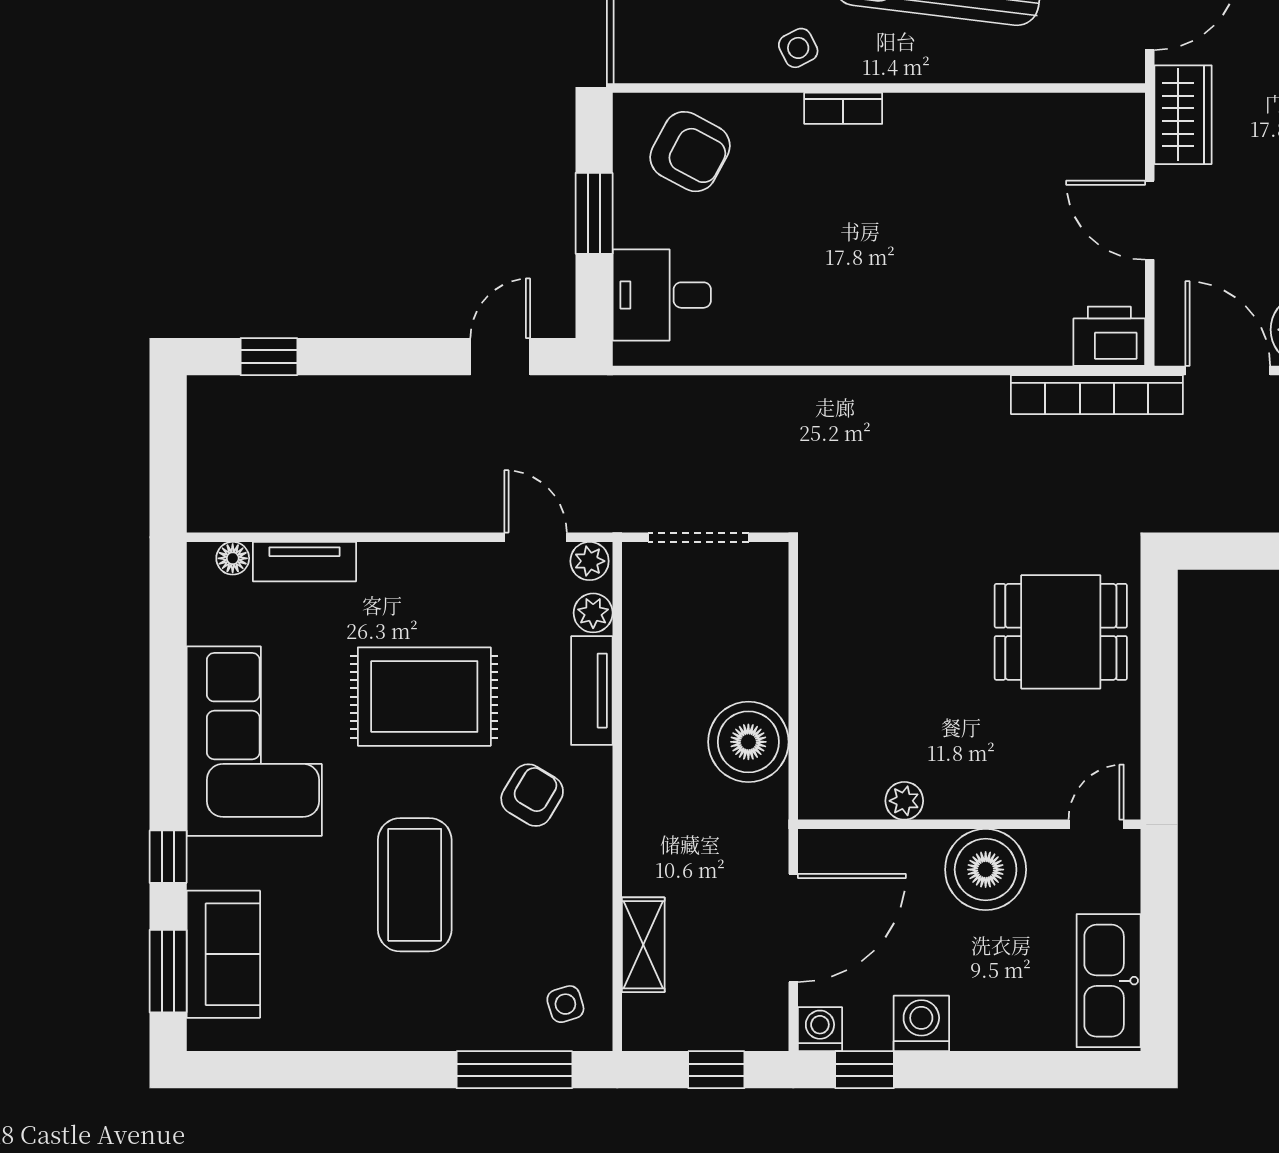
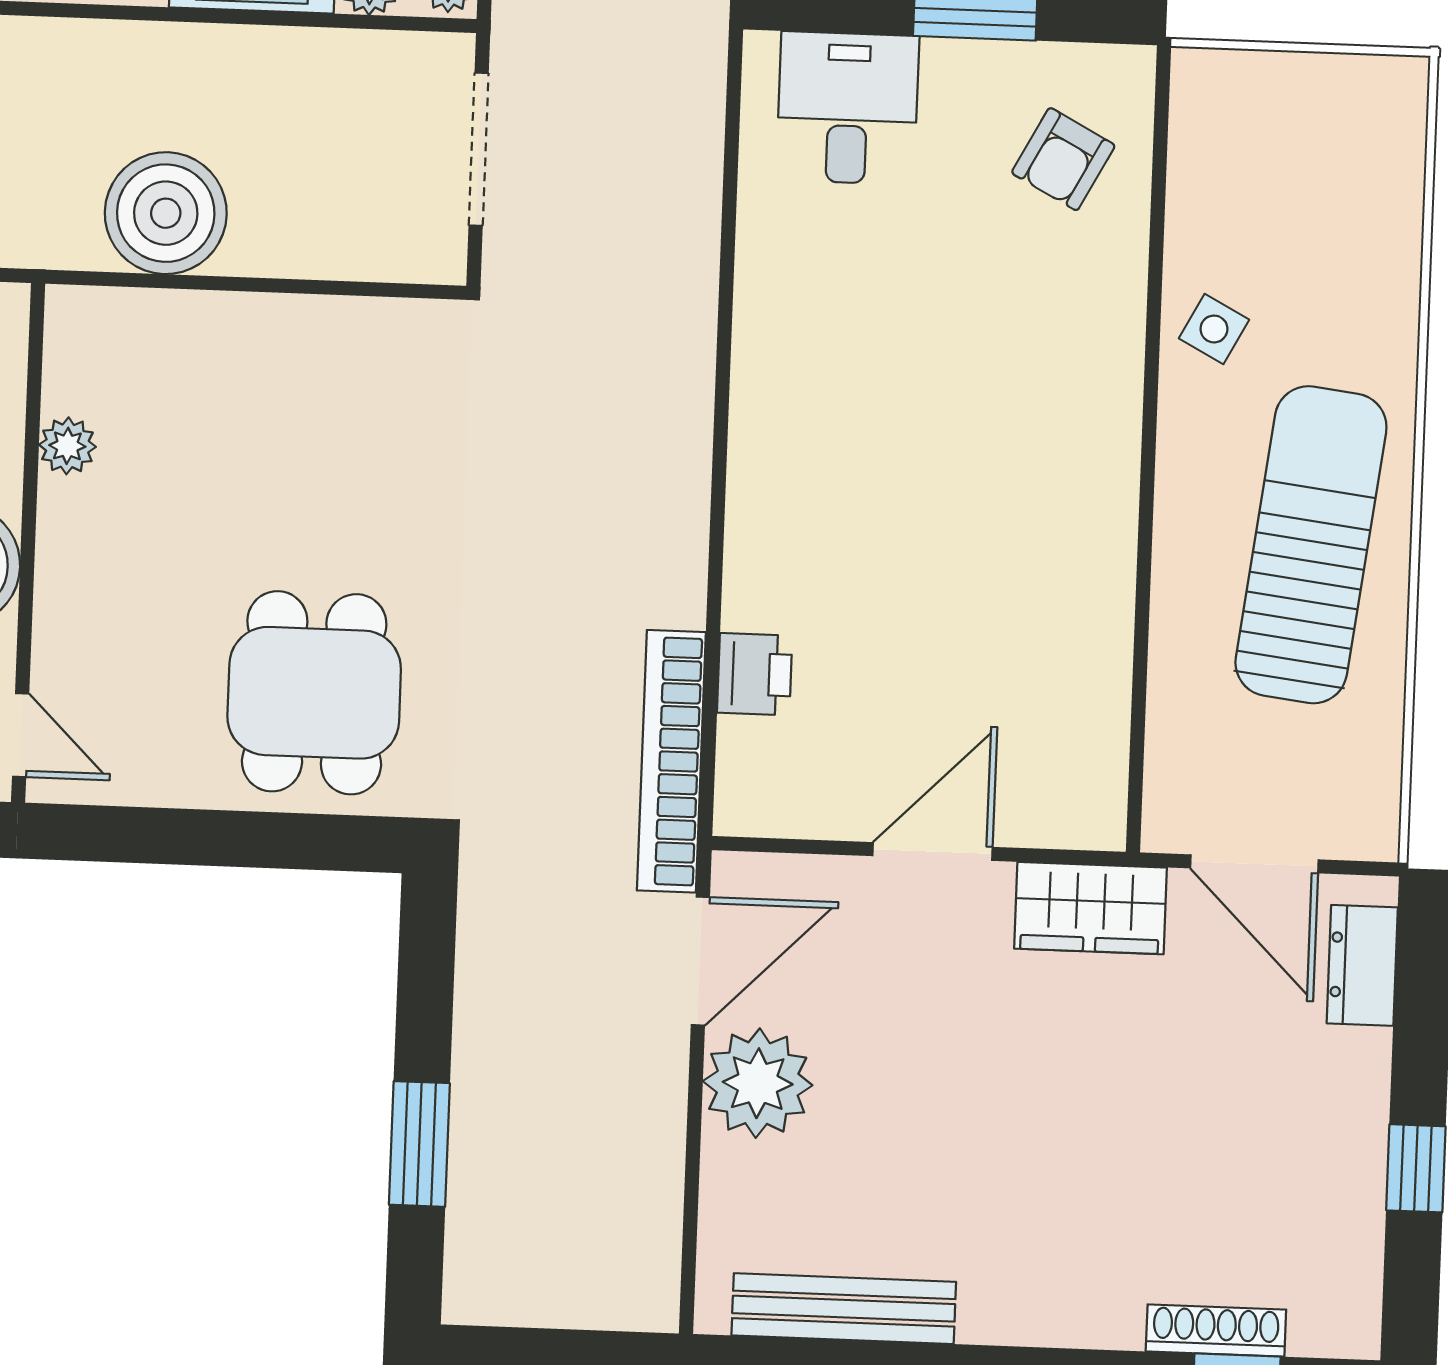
side table: (798, 48) -> (1214, 329), turned -35
bookcase: (843, 108) -> (1120, 394), removed
armchair: (690, 152) -> (1063, 159), width x0.72, depth x0.72
printer: (1109, 336) -> (755, 674), moved, width x0.73, depth x0.81

